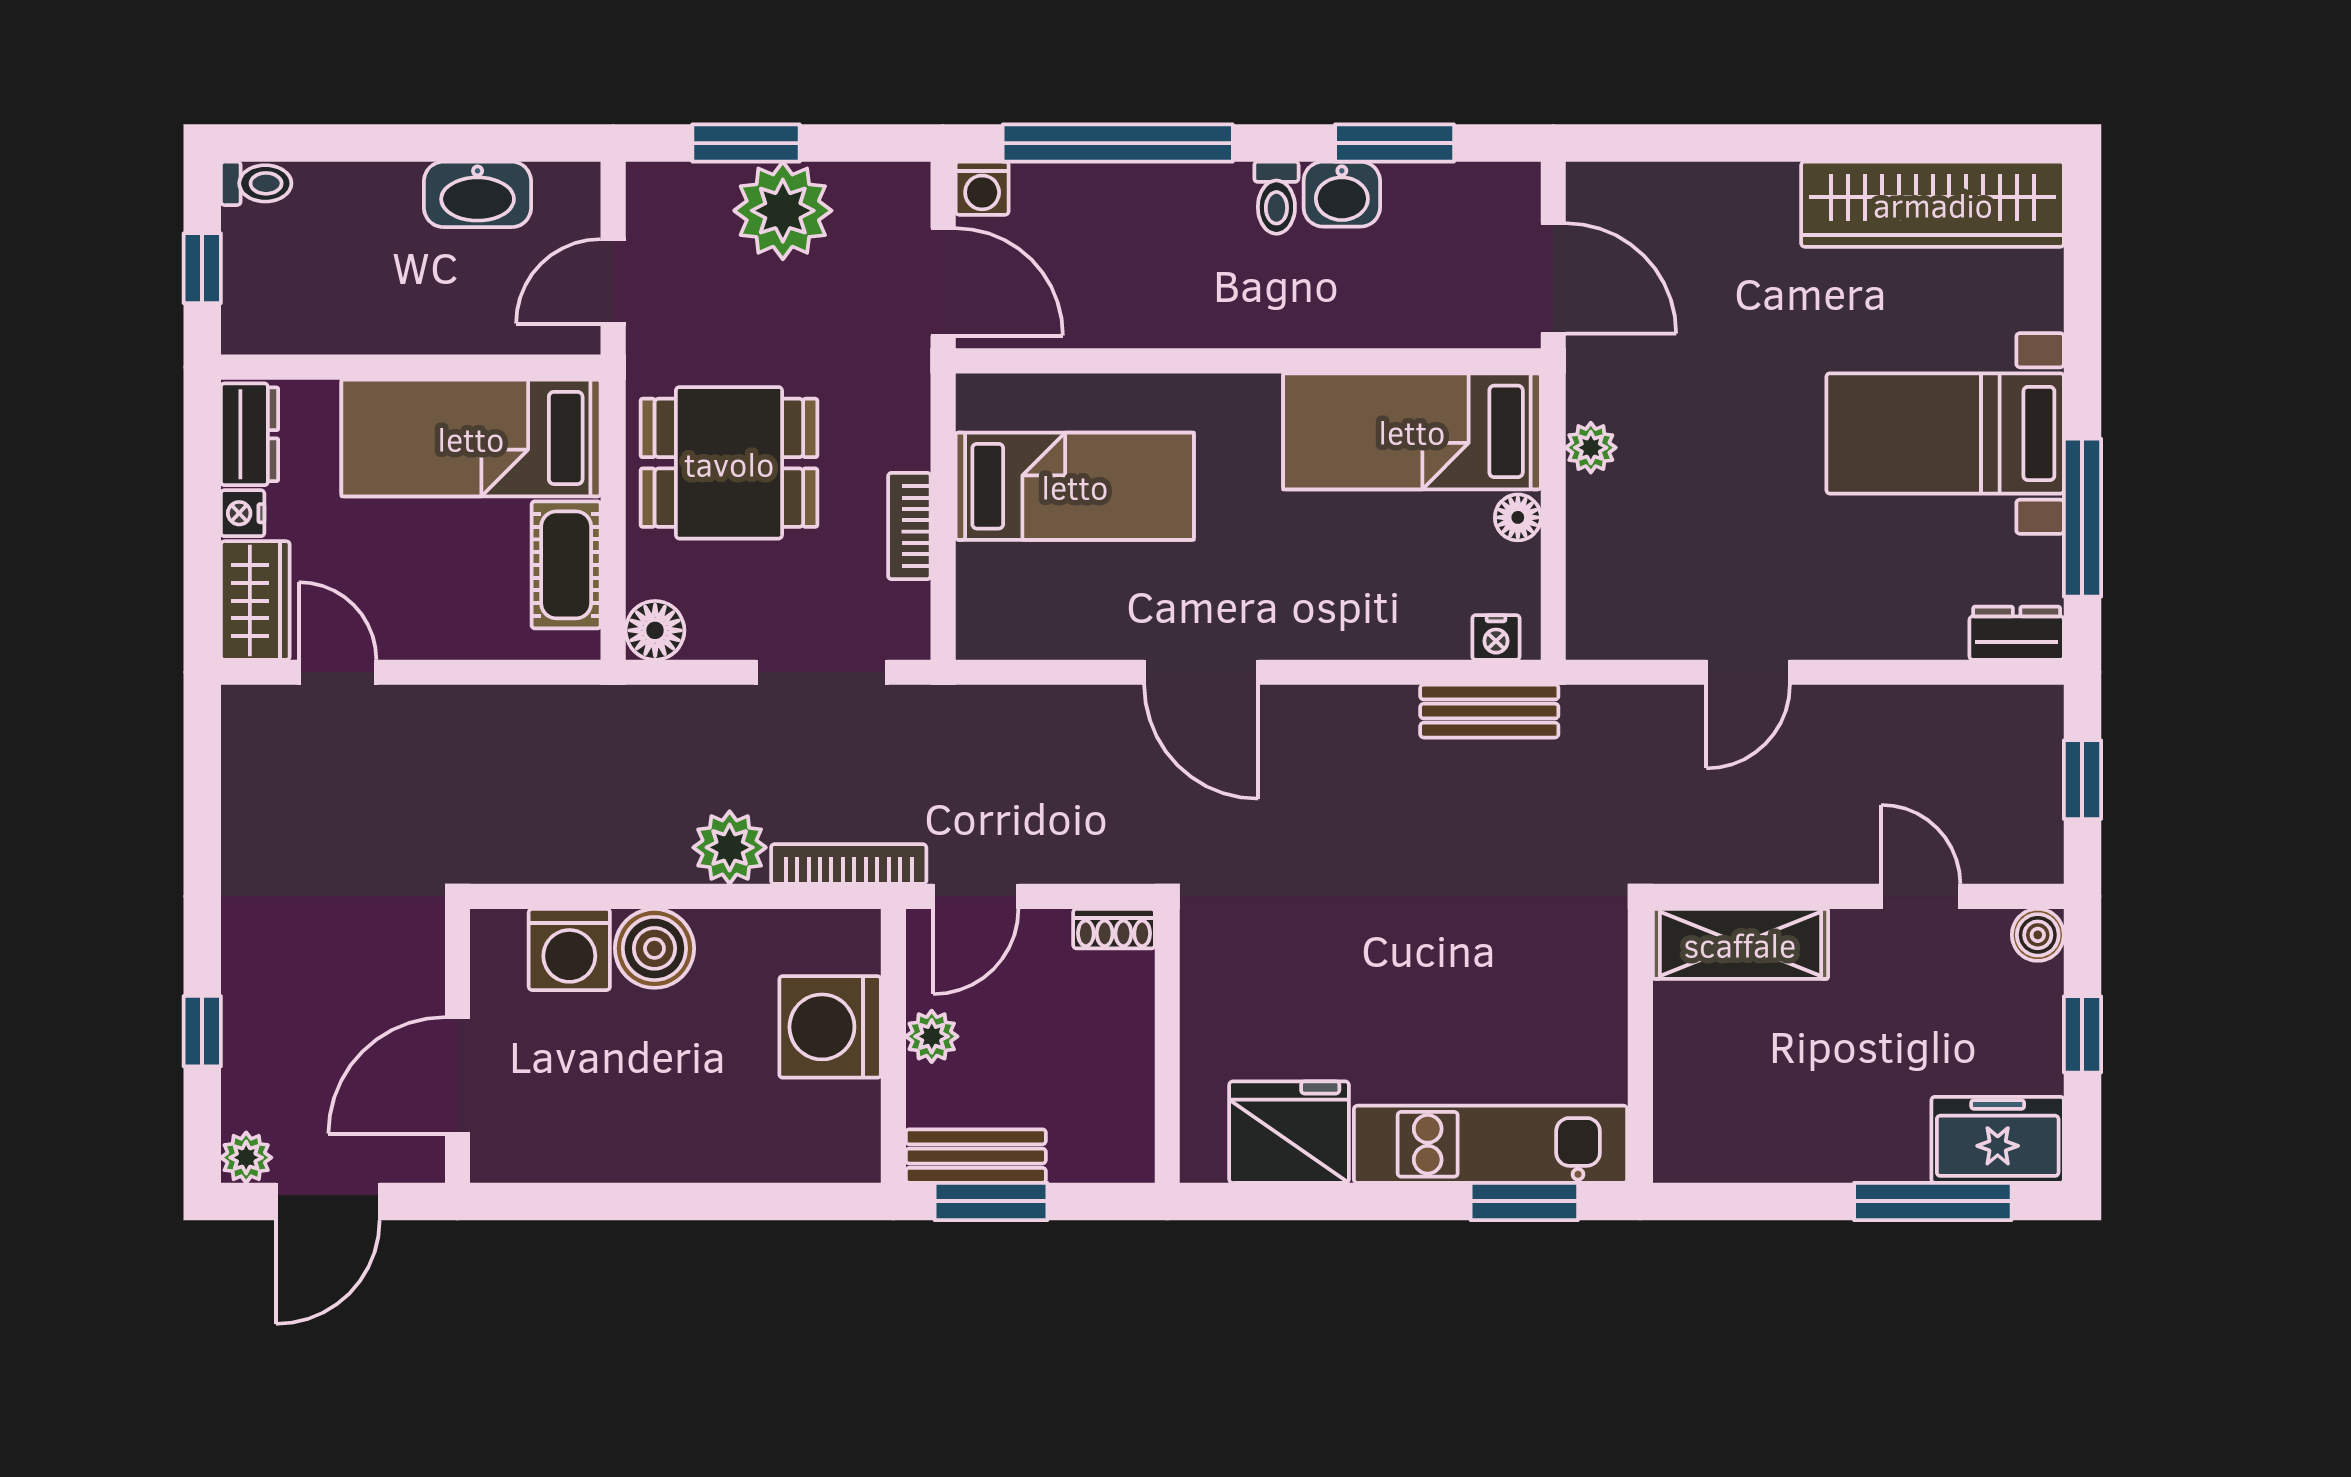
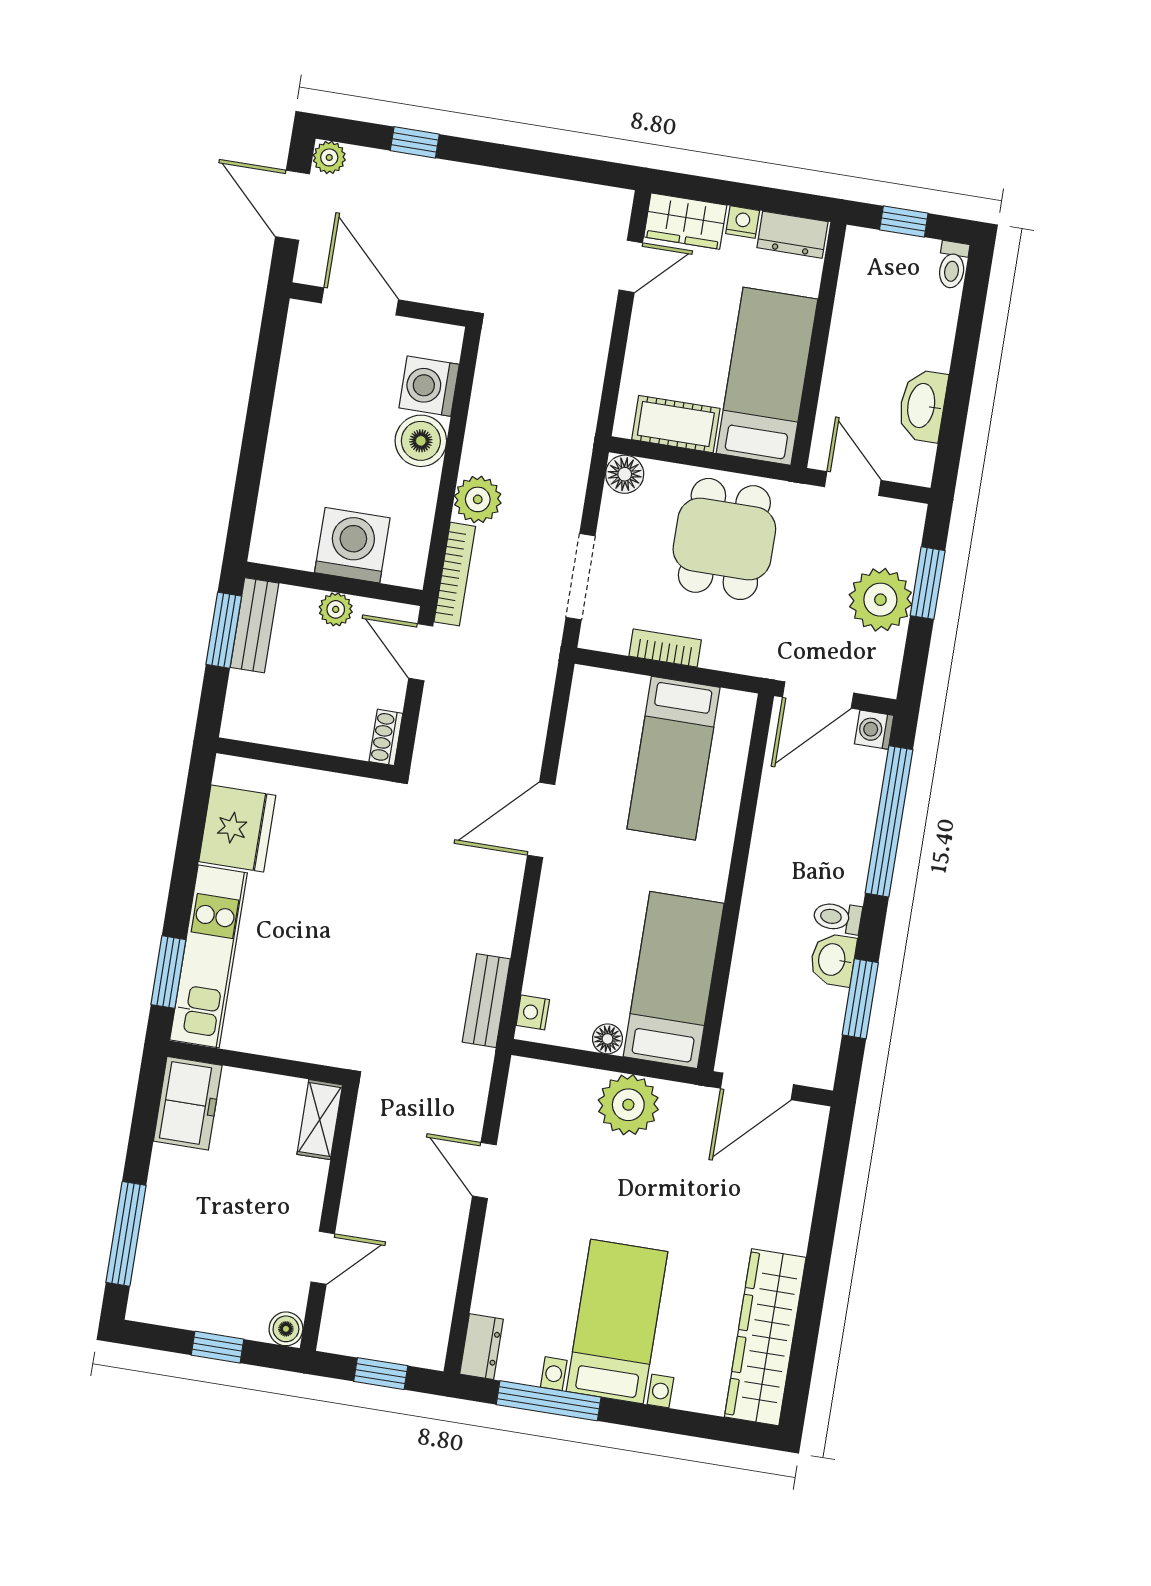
plant: (1591, 448) -> (628, 1105), width x1.88, depth x1.88
shelving: (1740, 944) -> (320, 1120), width x0.67, depth x0.75
freezer: (1998, 1140) -> (188, 1103), moved

